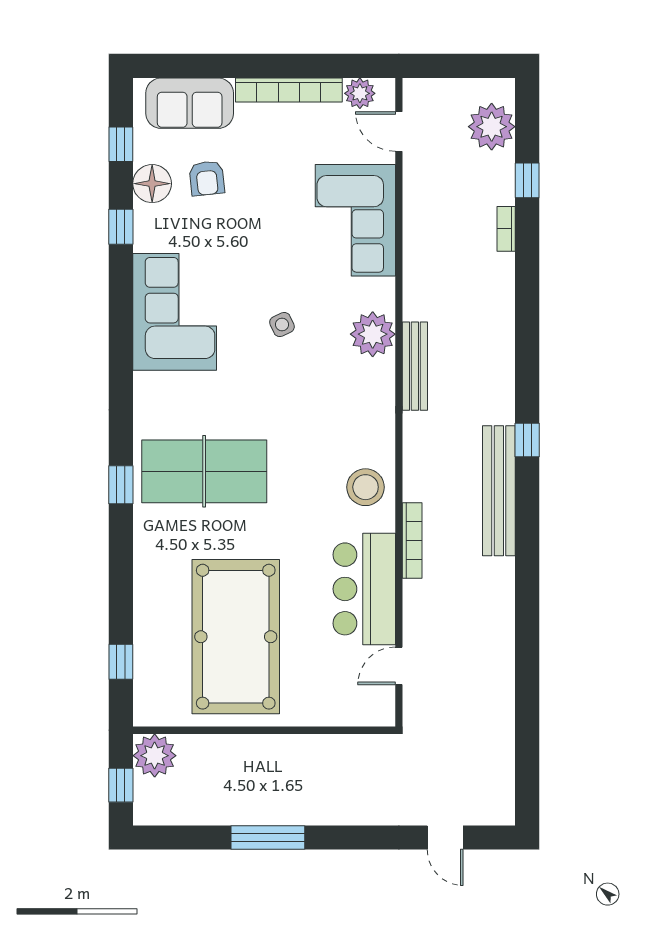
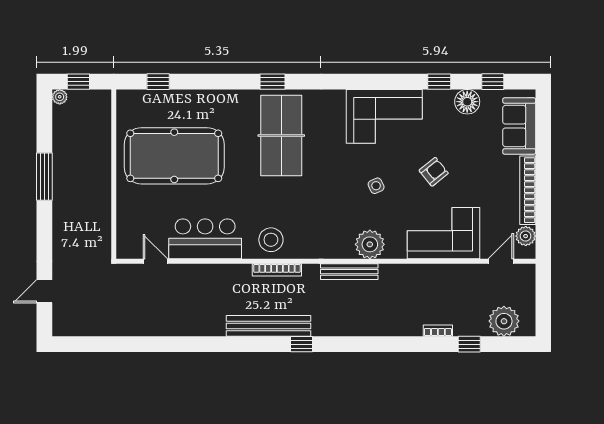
armchair: (207, 178) -> (434, 172), moved, turned 147
bookcase: (412, 541) -> (277, 270), moved
plant: (155, 756) -> (60, 97), moved, width x0.53, depth x0.53

